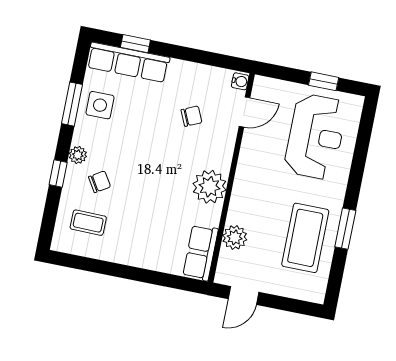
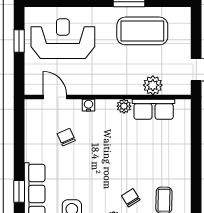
water cooler: (240, 81) -> (89, 105), moved
plant: (210, 187) -> (124, 106), width x0.53, depth x0.53
row of seats: (201, 253) -> (154, 109), moved

